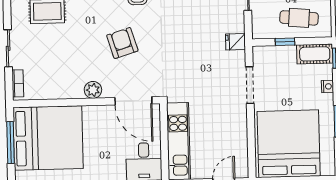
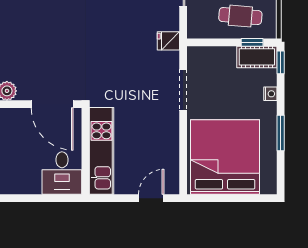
window: (285, 42) -> (252, 42), moved
armchair: (122, 43) -> (41, 39), removed

